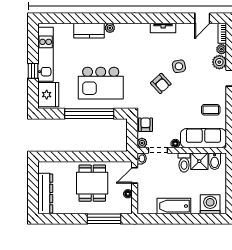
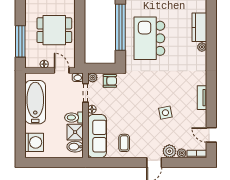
armchair: (161, 83) -> (149, 95), removed
bathtub: (174, 206) -> (35, 102), width x1.36, depth x1.36

